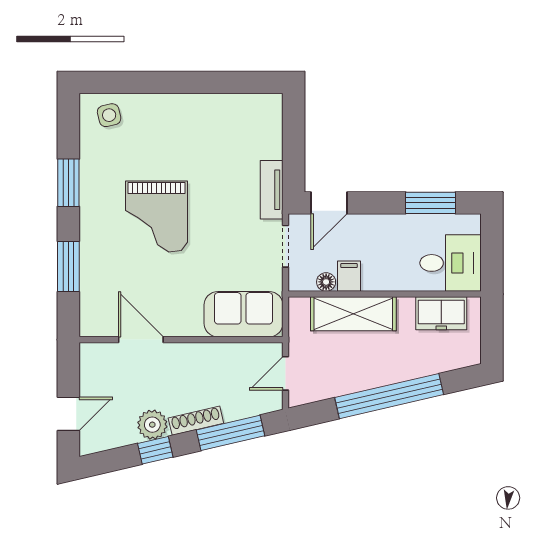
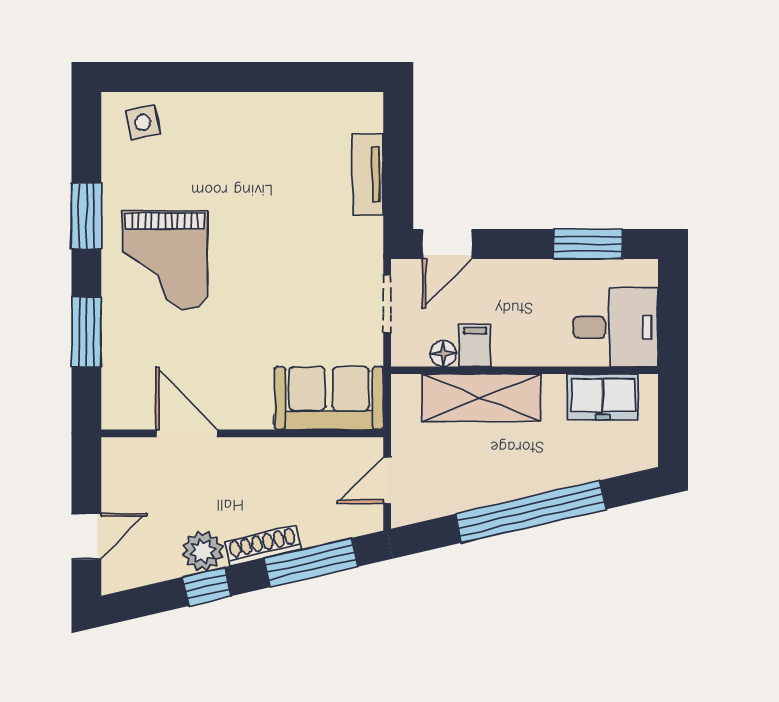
tv unit: (272, 190) -> (368, 175), moved
grand piano: (157, 216) -> (165, 260), moved

